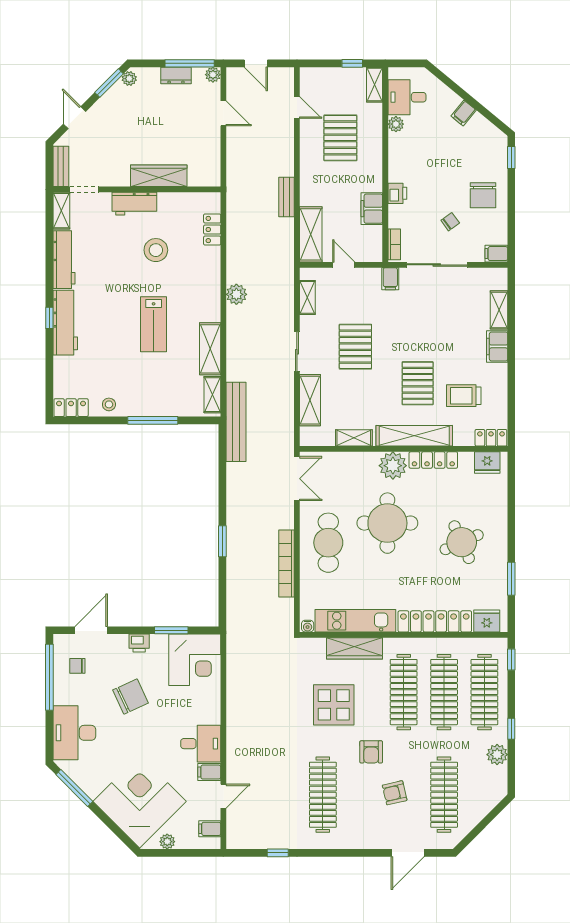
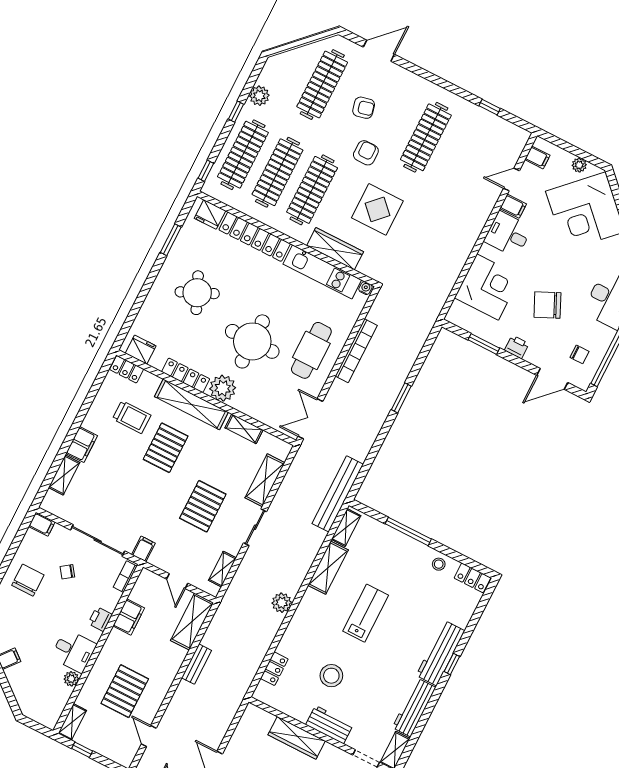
desk: (407, 97) -> (74, 651), moved
corner desk: (195, 660) -> (488, 287), moved, turned 90

